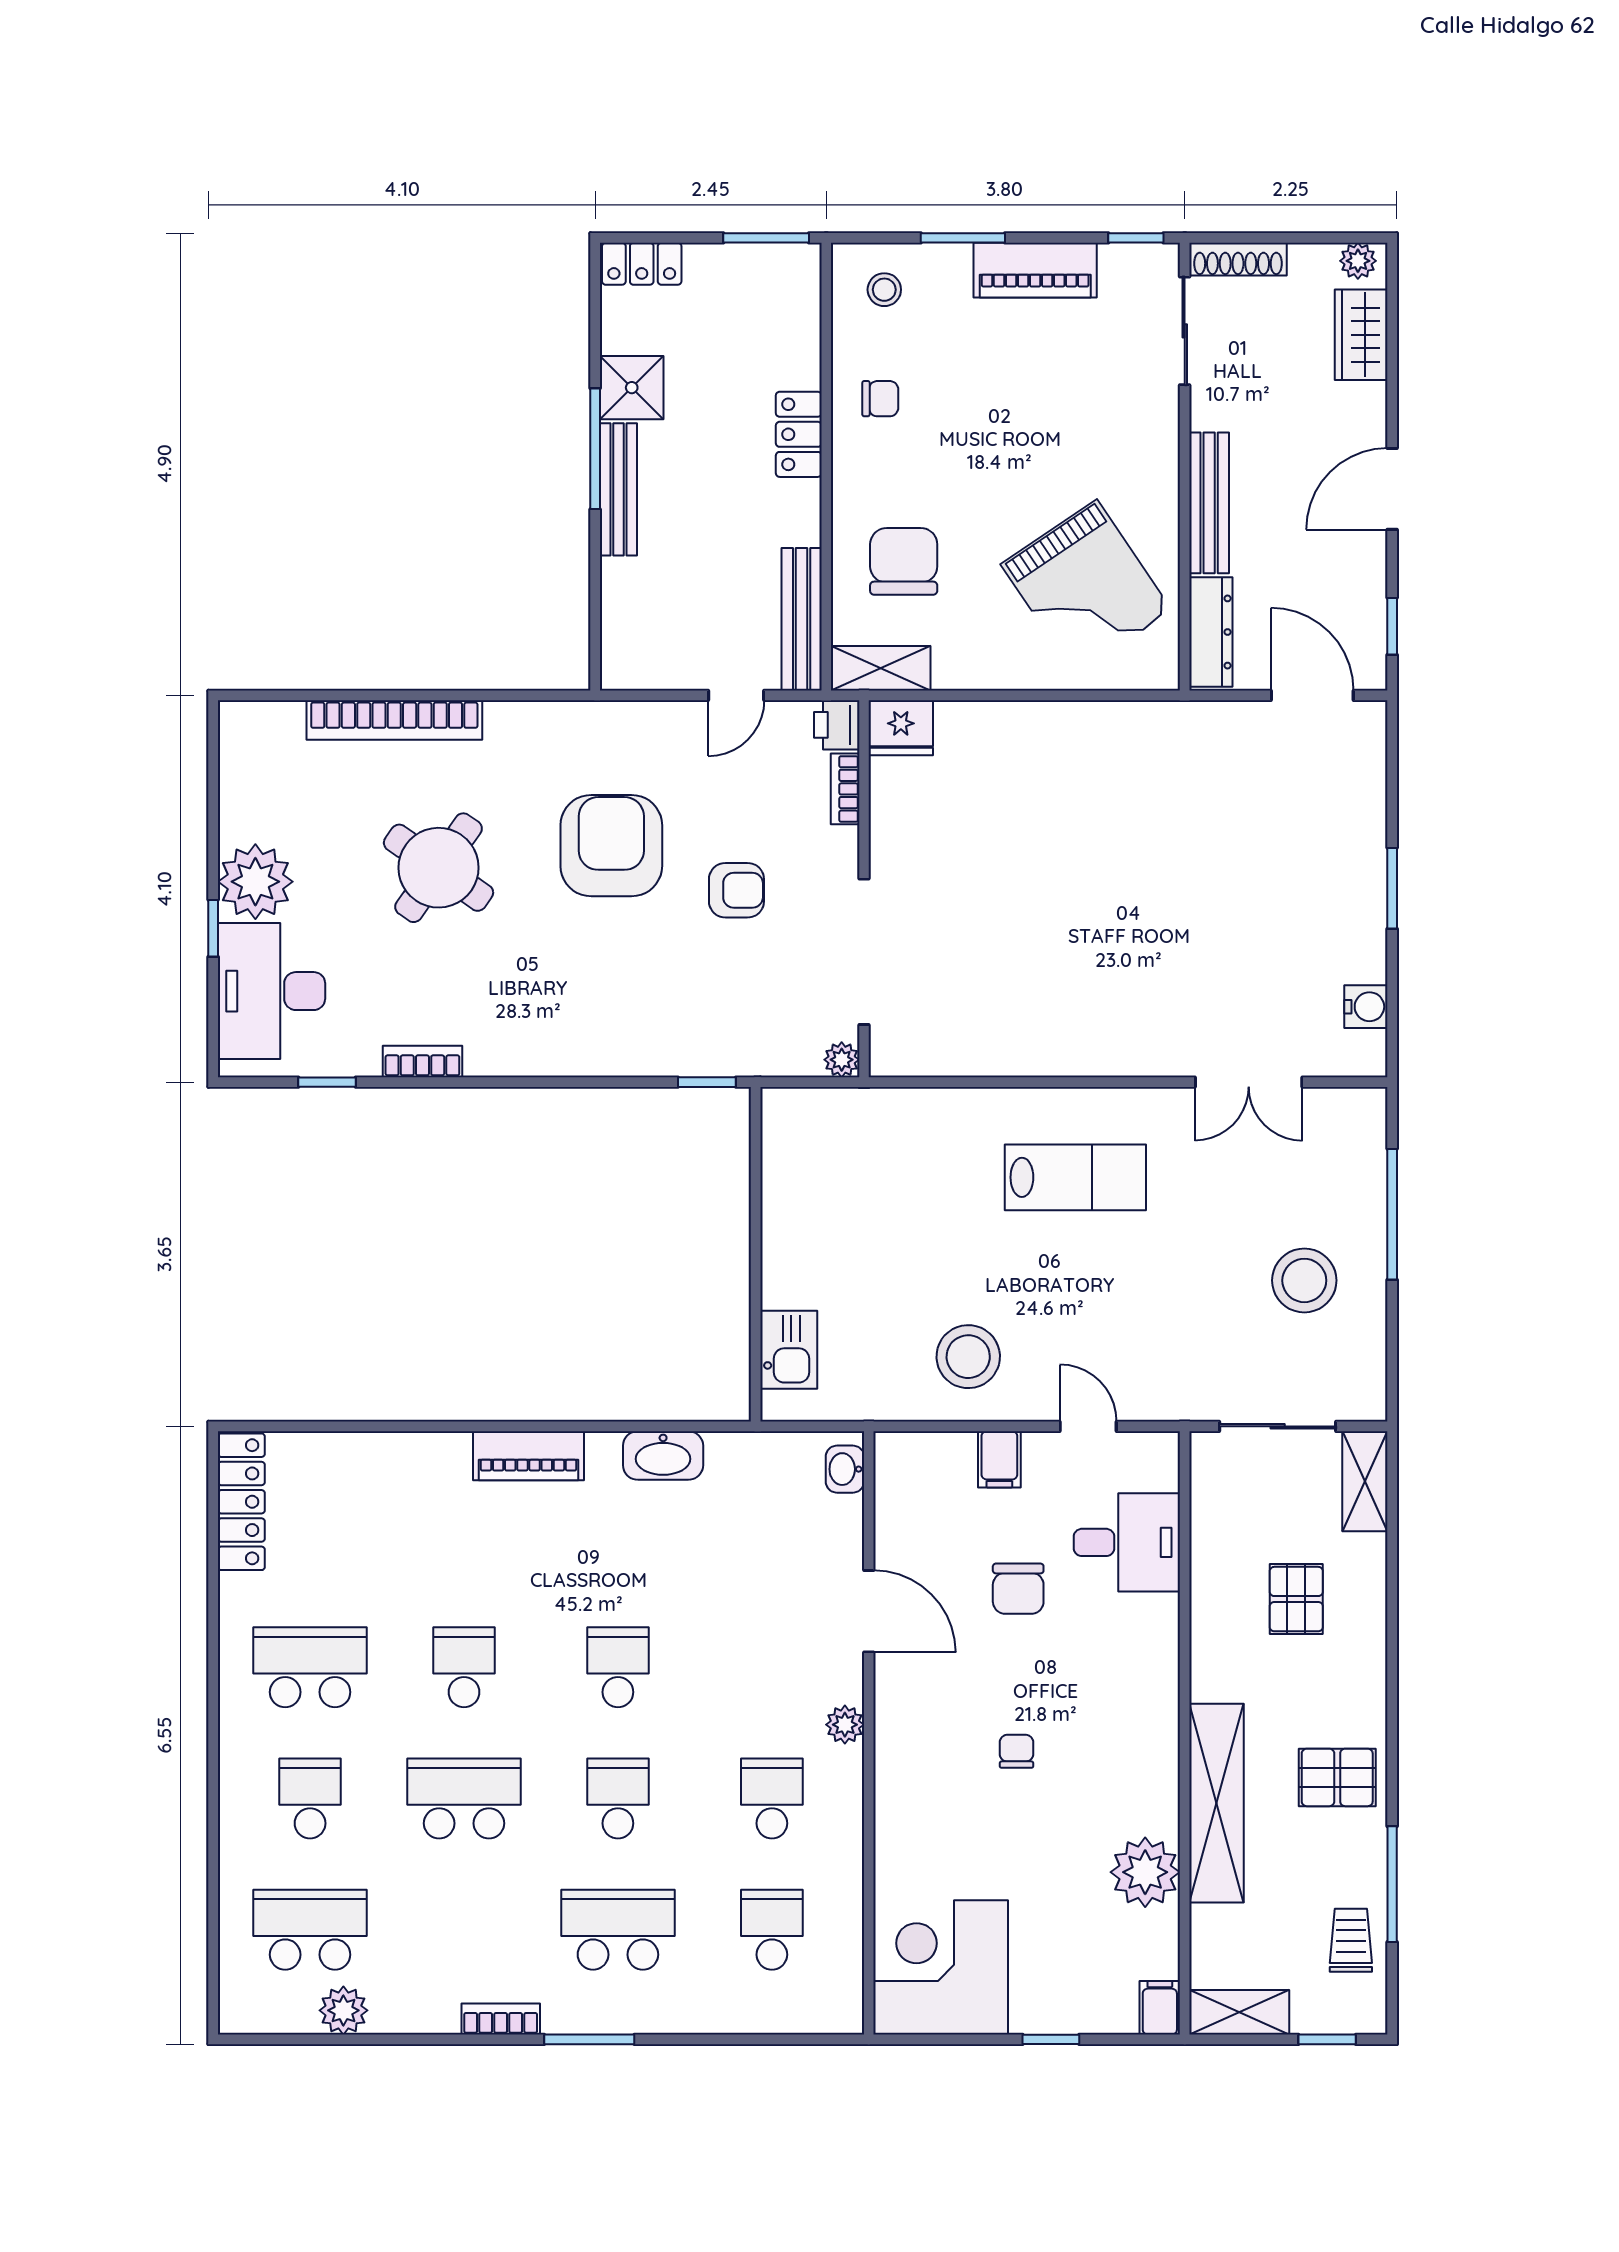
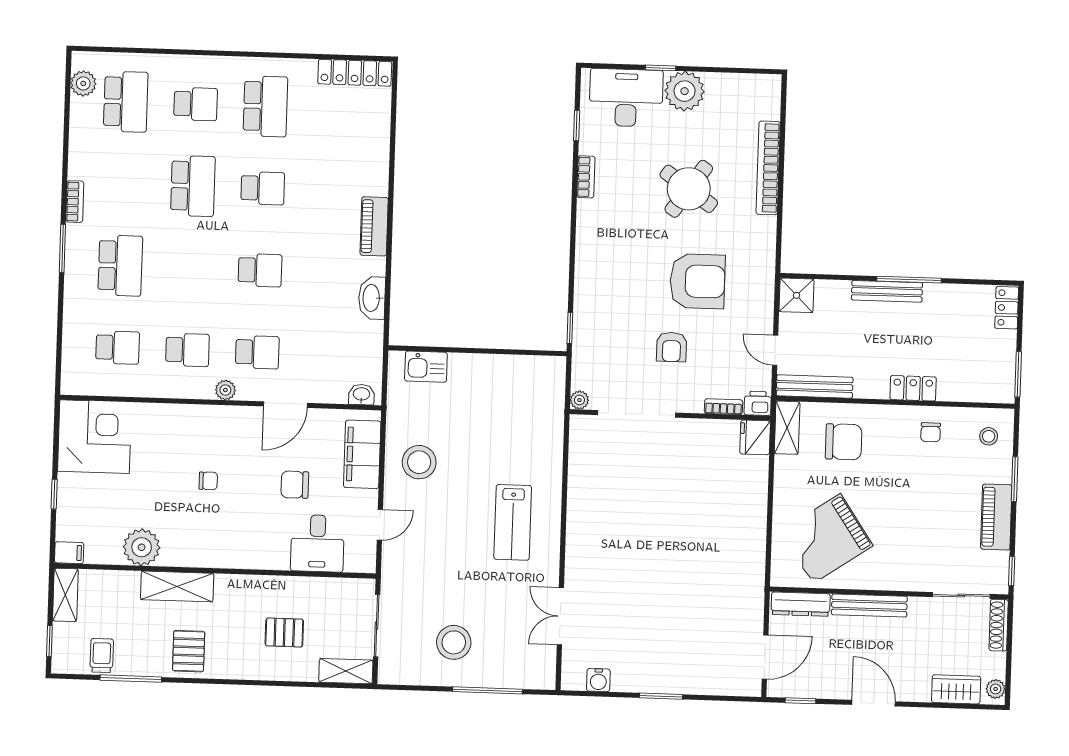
shower: (632, 388) -> (797, 295), moved
filing cabinet: (999, 1459) -> (362, 454), width x3.00, depth x1.17
school desk: (618, 1798) -> (257, 352), moved
shelving: (1217, 1803) -> (177, 586), width x0.68
trolley: (1351, 1940) -> (102, 656), turned -90
plant: (343, 2010) -> (83, 83), moved

